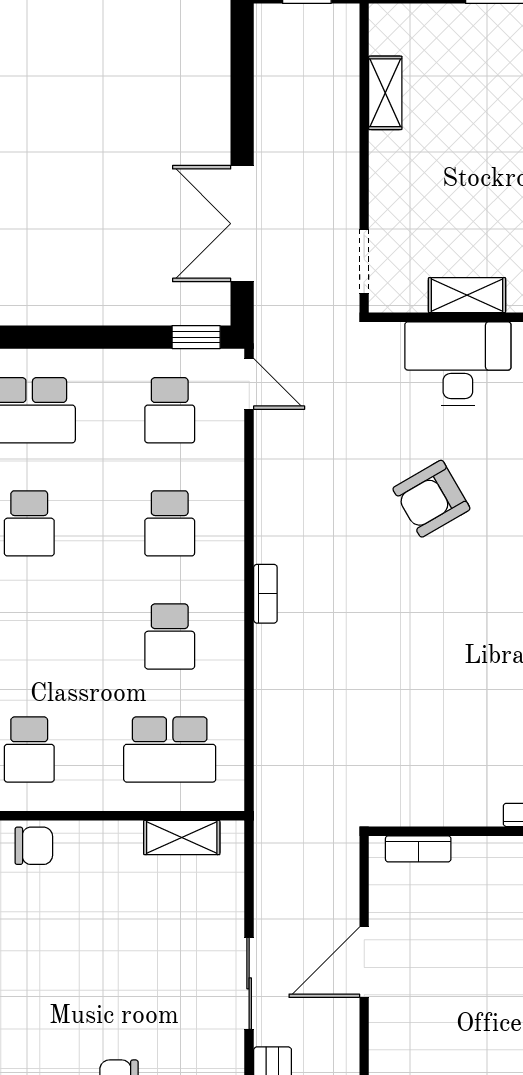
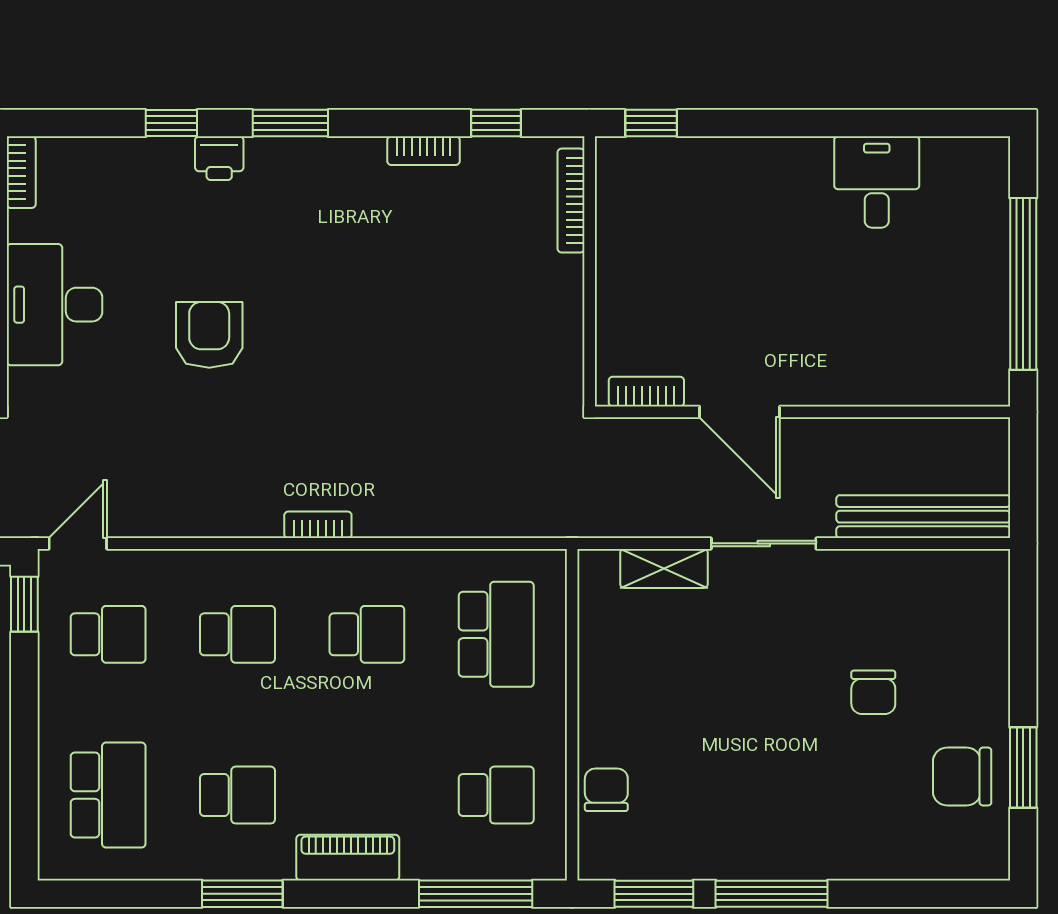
armchair: (431, 499) -> (209, 335), turned -150
shelving: (182, 838) -> (664, 568), moved, turned 90
bookcase: (418, 849) -> (646, 392), moved, turned -90

